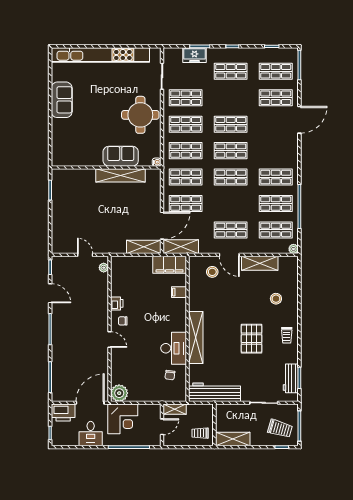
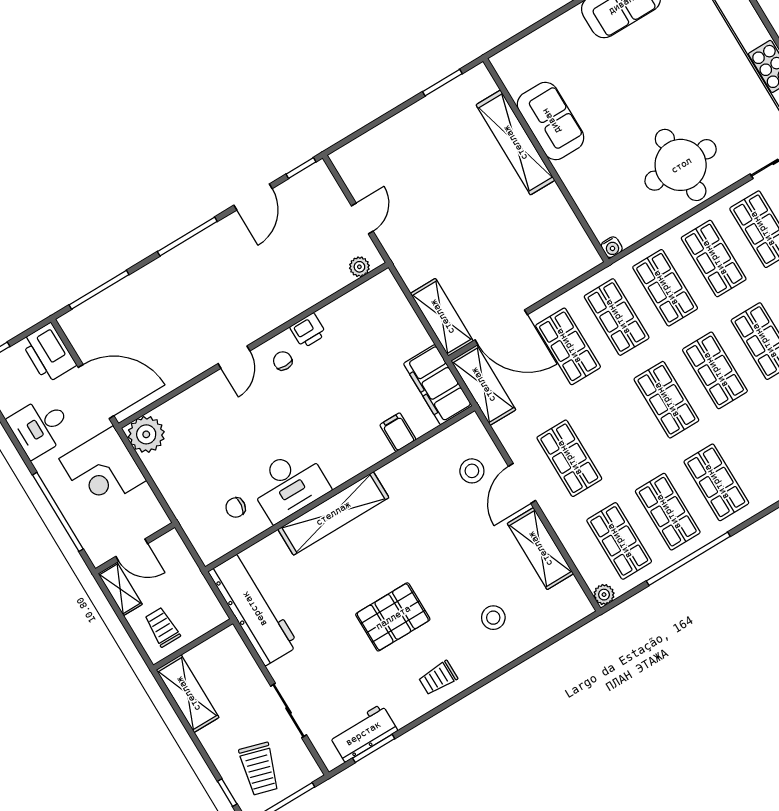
sofa: (121, 156) -> (551, 121), moved
shelving: (120, 175) -> (515, 143), moved
shelving: (175, 409) -> (120, 589), moved

